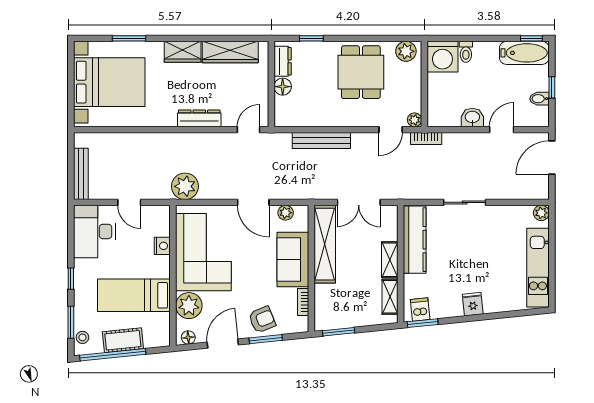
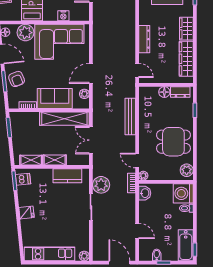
washbasin: (472, 117) -> (145, 193), moved
plant: (185, 186) -> (101, 185), moved
kitchen counter: (415, 240) -> (67, 176), width x0.67

